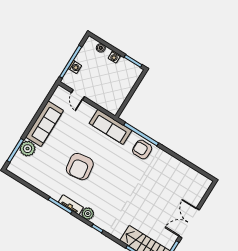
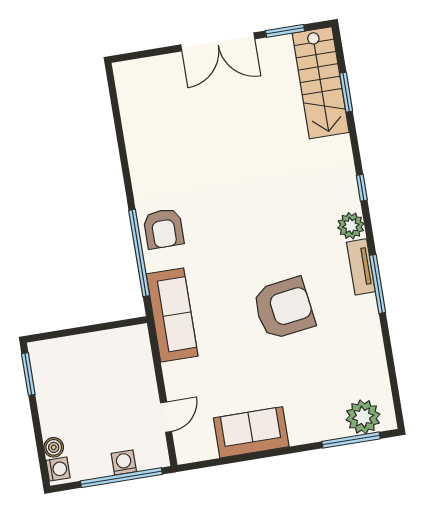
washing machine: (114, 57) -> (58, 469), moved
sofa: (44, 124) -> (251, 432), width x0.73
plant: (28, 149) -> (363, 417), moved

